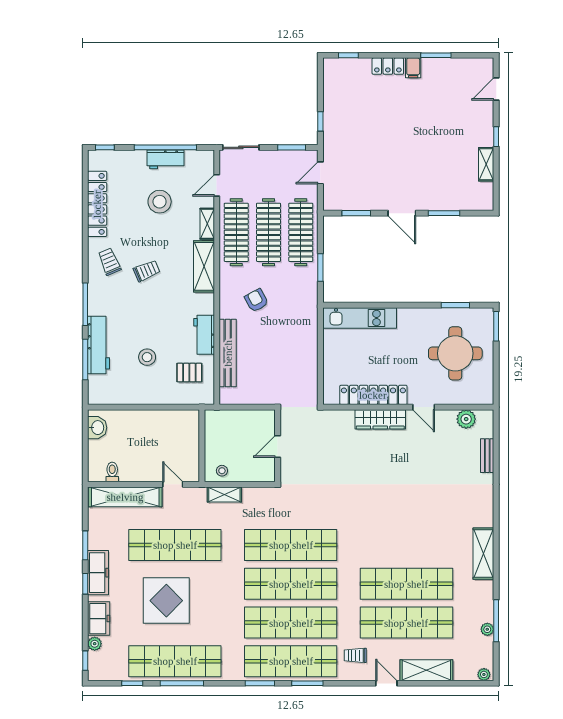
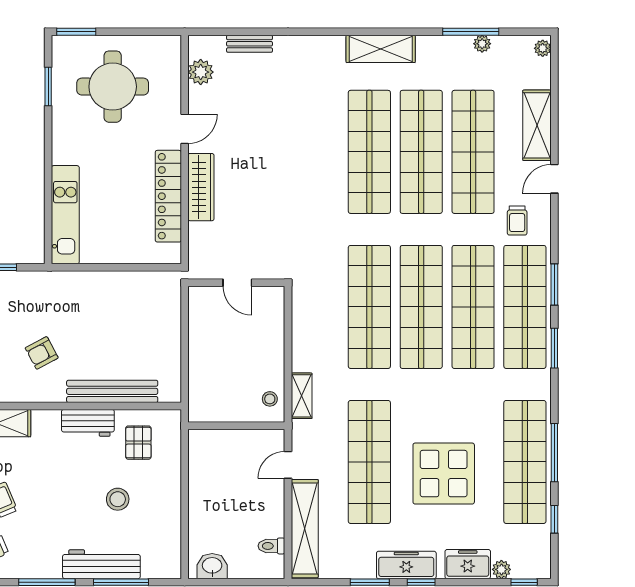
wall: (278, 446) -> (236, 283), moved
door: (278, 447) -> (237, 283), moved
shop shelf: (406, 545) -> (369, 152), added

